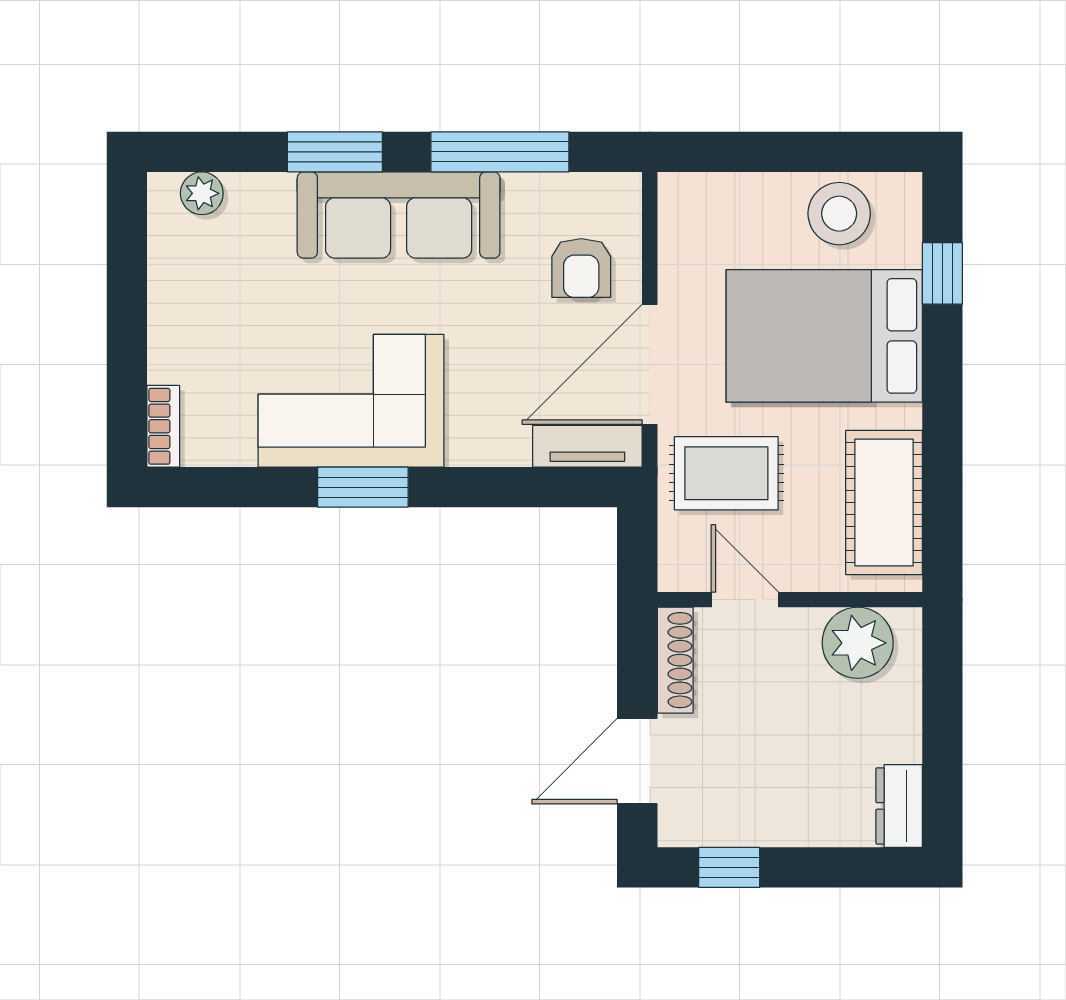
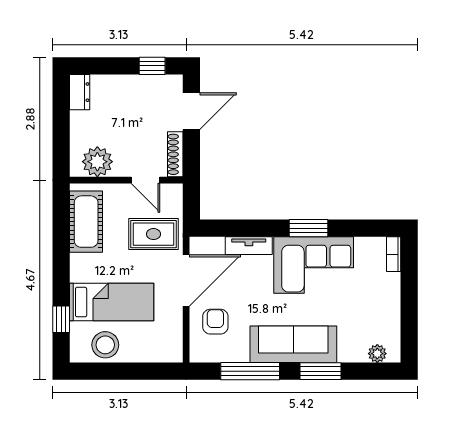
bed: (824, 336) -> (112, 302), width x0.67
tv unit: (587, 446) -> (249, 246), moved

